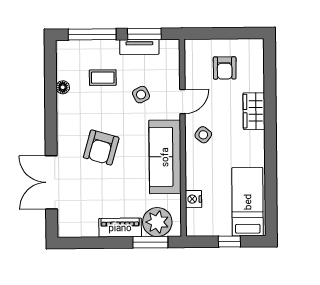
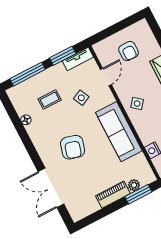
tv unit: (139, 47) -> (78, 59), moved
door: (182, 102) -> (106, 77), moved
plant: (157, 222) -> (134, 185), width x0.53, depth x0.53

